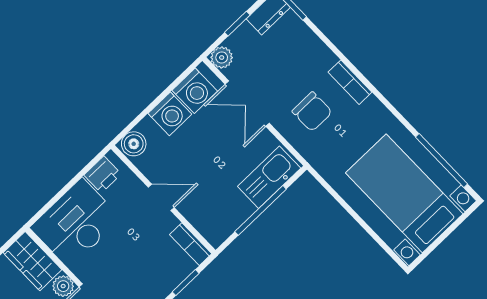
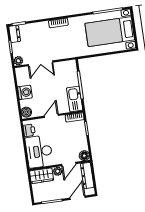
washing machine: (195, 91) -> (23, 78), removed
chair: (312, 112) -> (59, 43), removed
kitchen sink: (269, 177) -> (75, 99), moved

